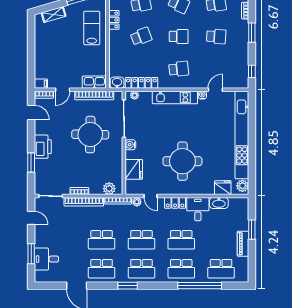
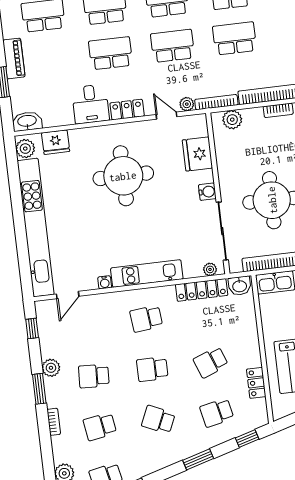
plant: (243, 45) -> (51, 368), added
door: (215, 90) -> (68, 295), moved
washbasin: (219, 203) -> (27, 121), moved

